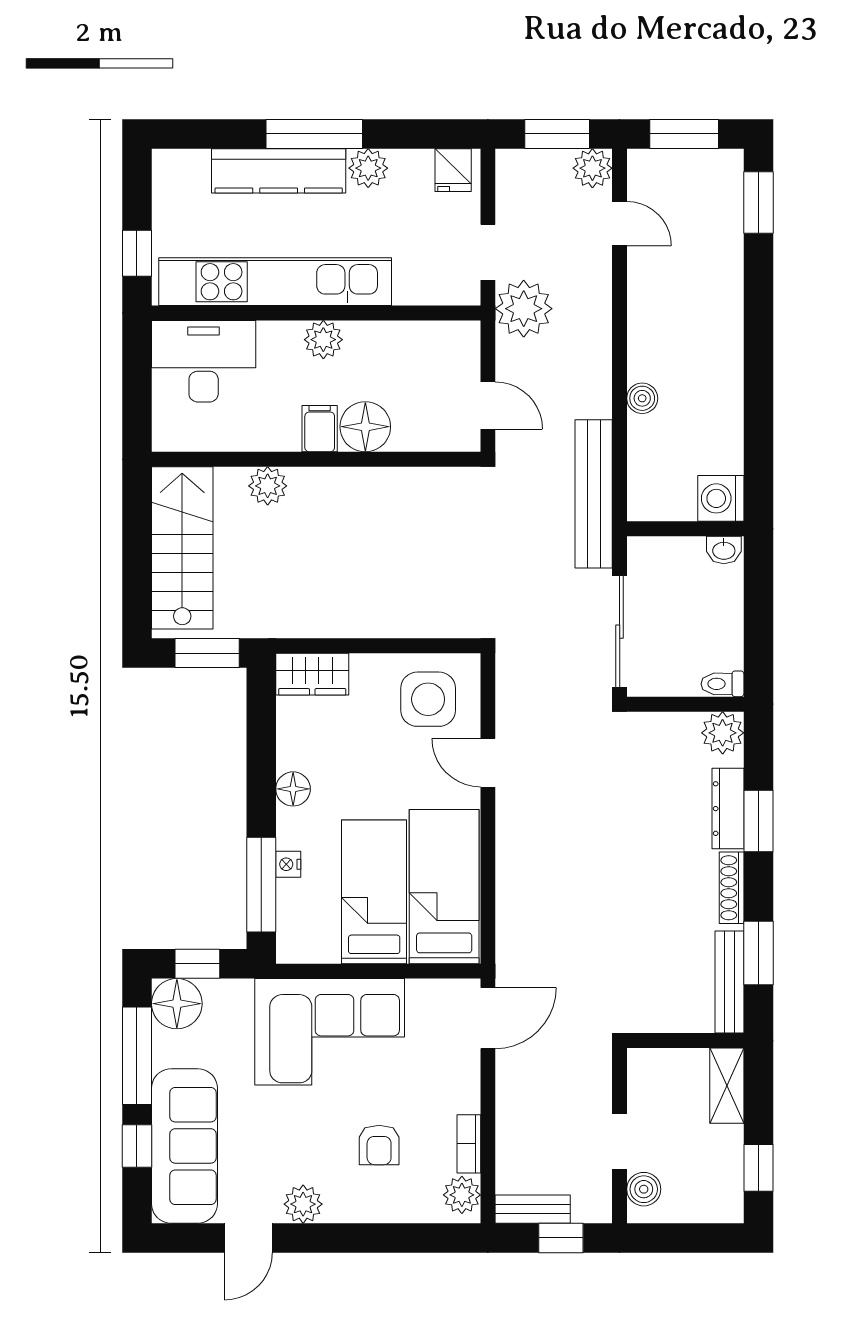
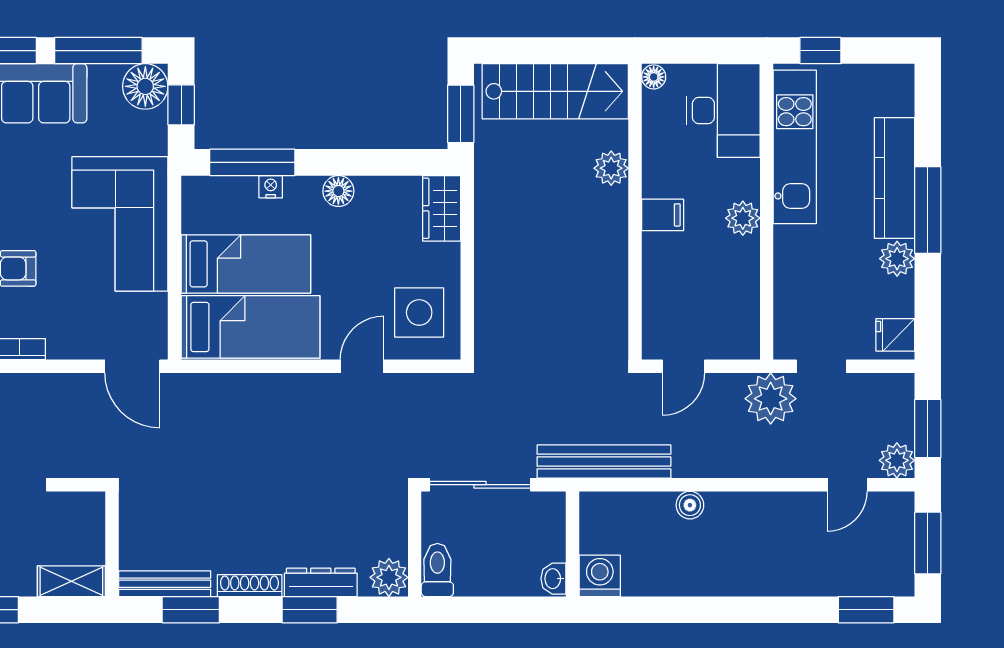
kitchen unit: (275, 282) -> (795, 147), width x0.73
floor lamp: (365, 427) -> (654, 77), moved, width x0.53, depth x0.53
toilet: (723, 684) -> (437, 570), width x1.37, depth x1.39

